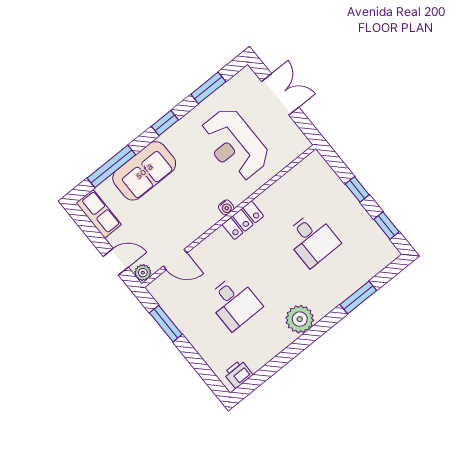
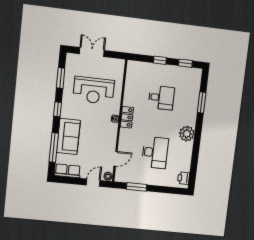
desk: (234, 302) -> (155, 153), width x1.37

